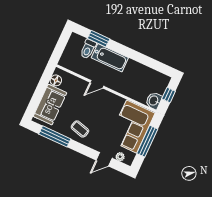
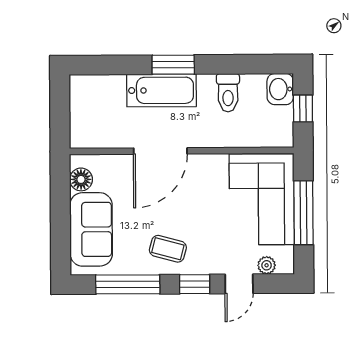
window: (99, 39) -> (173, 65), moved
toilet: (88, 49) -> (228, 93), moved
door: (97, 84) -> (160, 151), width x1.87
washbasin: (154, 101) -> (280, 89), moved
window: (84, 150) -> (195, 284), added

